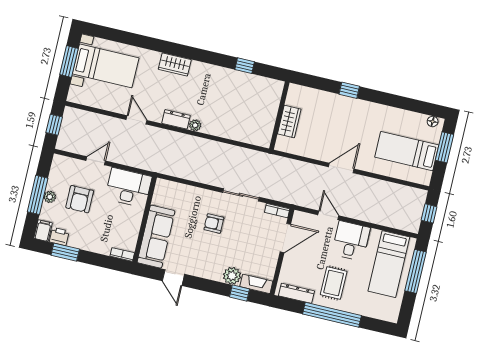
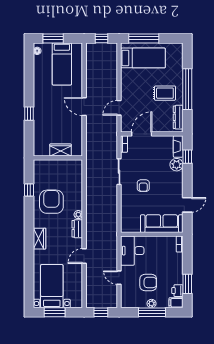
armchair: (221, 93) -> (51, 202), added
door: (285, 238) -> (142, 134), hinge flipped
desk: (351, 241) -> (133, 88), removed

